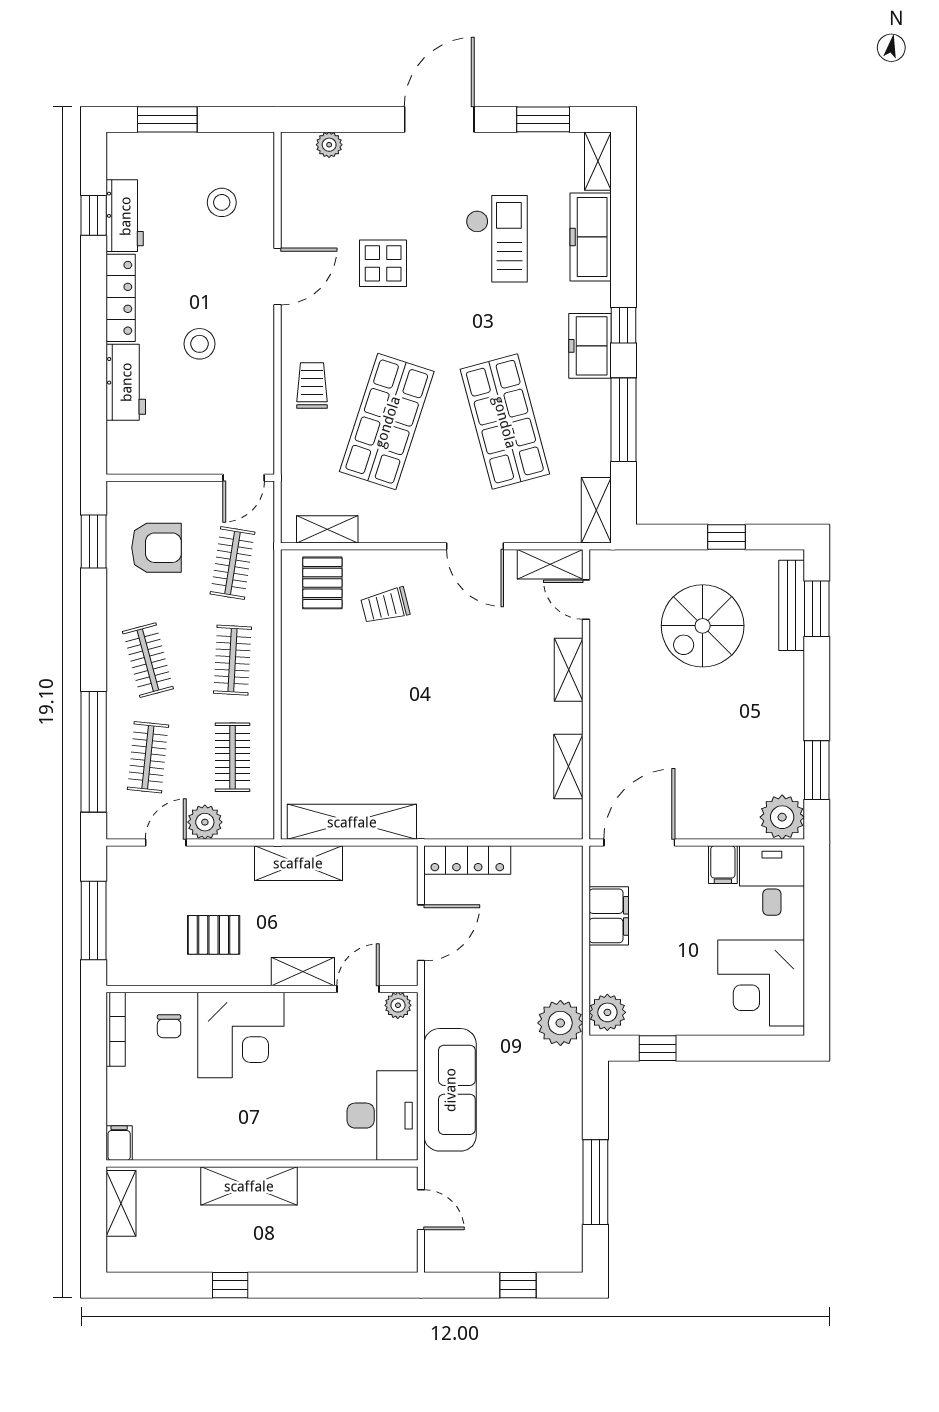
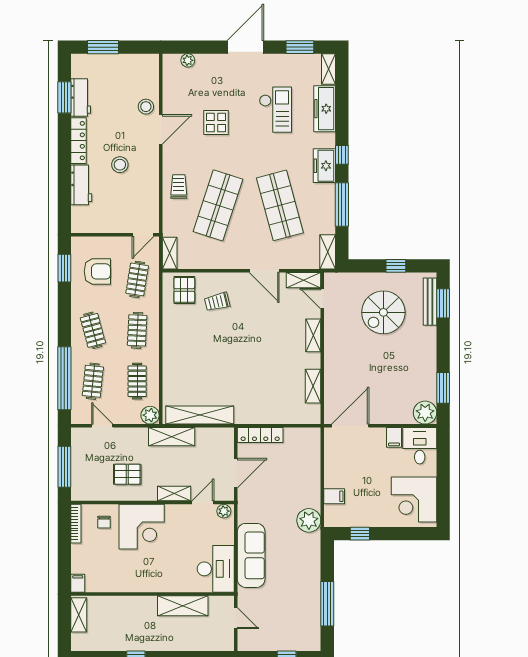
stool: (222, 202) -> (146, 107), moved
window: (94, 215) -> (64, 97), width x1.50
shelving: (327, 529) -> (170, 253), moved, turned 90
plant: (205, 822) -> (150, 415), moved
door: (166, 842) -> (102, 426), hinge flipped
filing cabinet: (609, 916) -> (334, 496), moved, width x0.50
plant: (607, 1012) -> (334, 515), removed
shelving: (249, 1186) -> (183, 606), moved

